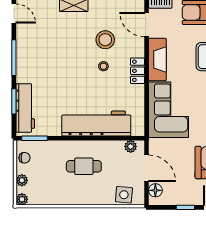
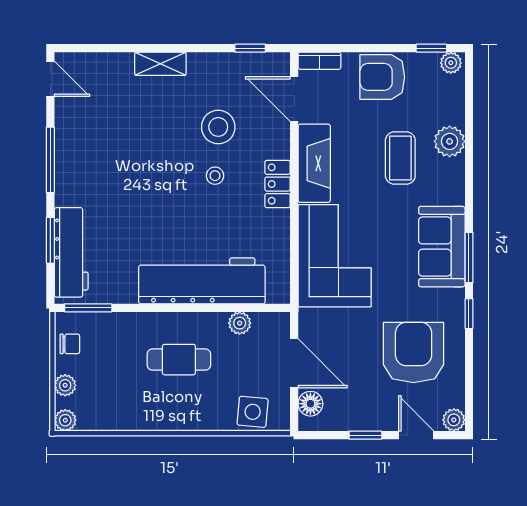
plant: (131, 146) -> (240, 323), moved

